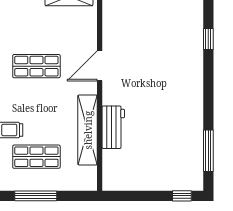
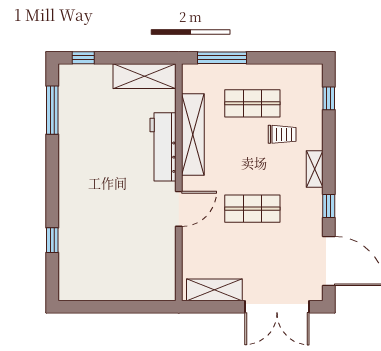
workbench: (113, 127) -> (163, 147), width x1.38
shelving: (129, 180) -> (145, 76), added
window: (36, 196) -> (222, 58), moved

